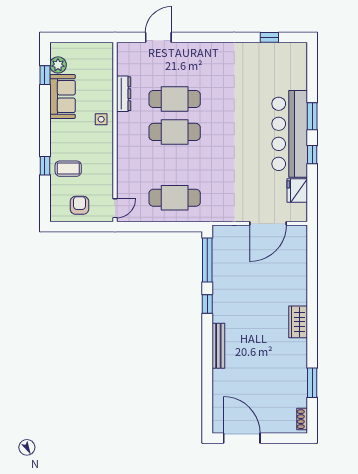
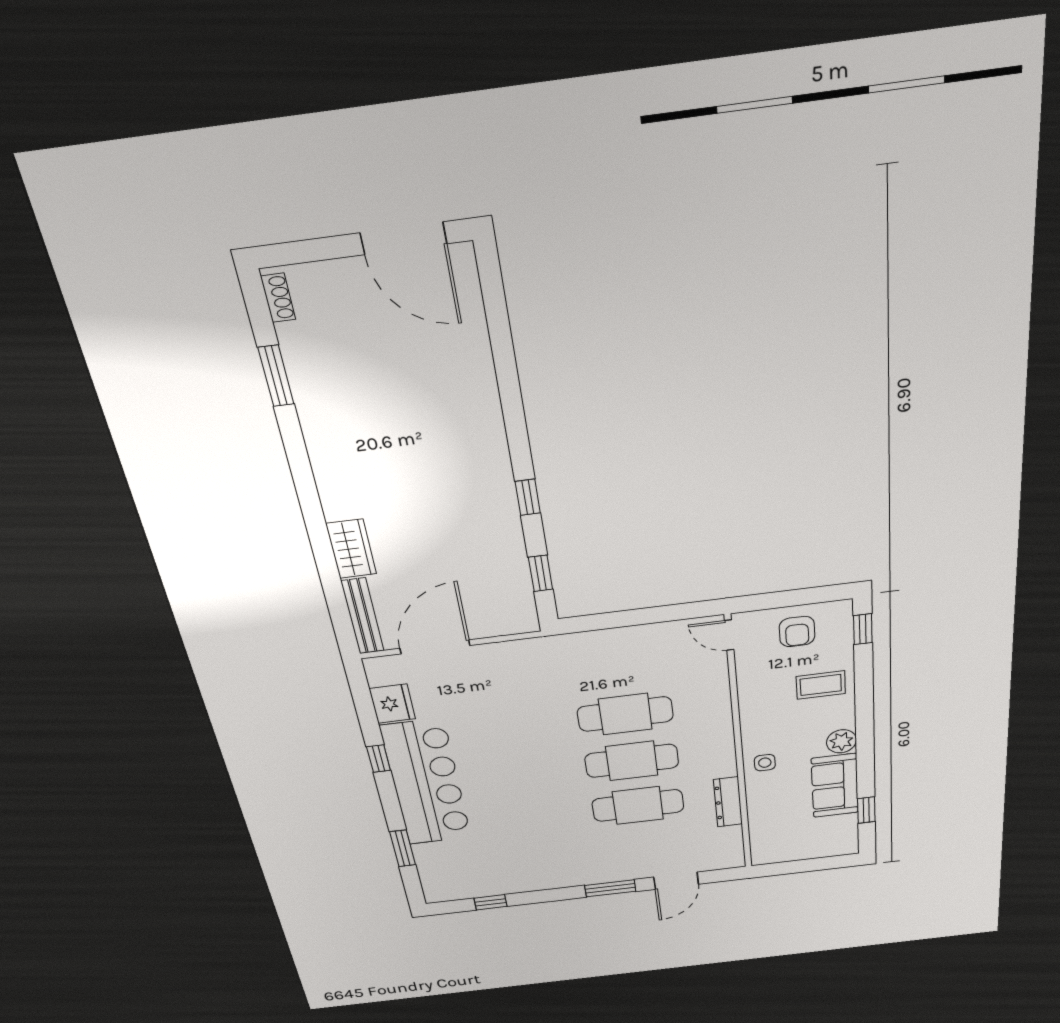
window: (198, 37) -> (610, 888), added
plant: (58, 65) -> (841, 741), moved
window: (312, 116) -> (403, 848), moved
window: (45, 166) -> (863, 629), moved
cafe table: (175, 198) -> (625, 714), moved
door: (115, 208) -> (729, 635), hinge flipped
window: (207, 260) -> (541, 573), width x0.46
wardrobe: (298, 322) -> (351, 549), moved
bench: (218, 346) -> (362, 616), moved

